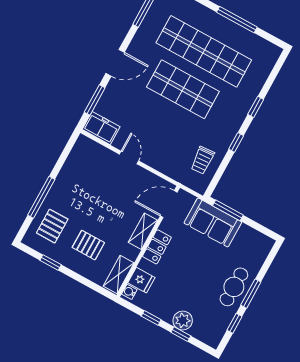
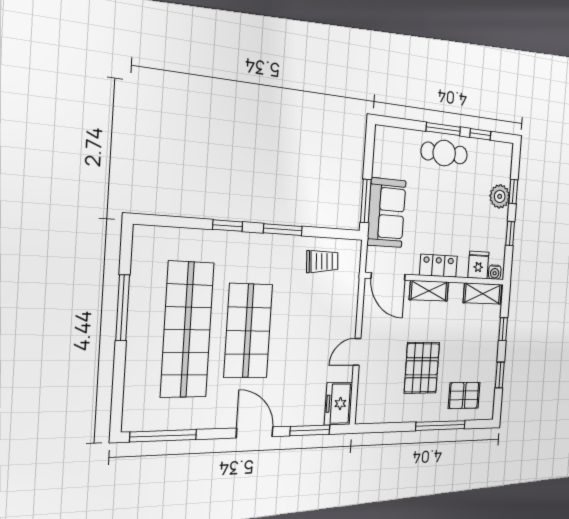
window: (236, 142) -> (283, 230), width x1.50
pallet: (88, 245) -> (422, 368), moved, width x1.50, depth x1.42
window: (83, 281) -> (503, 329), added

